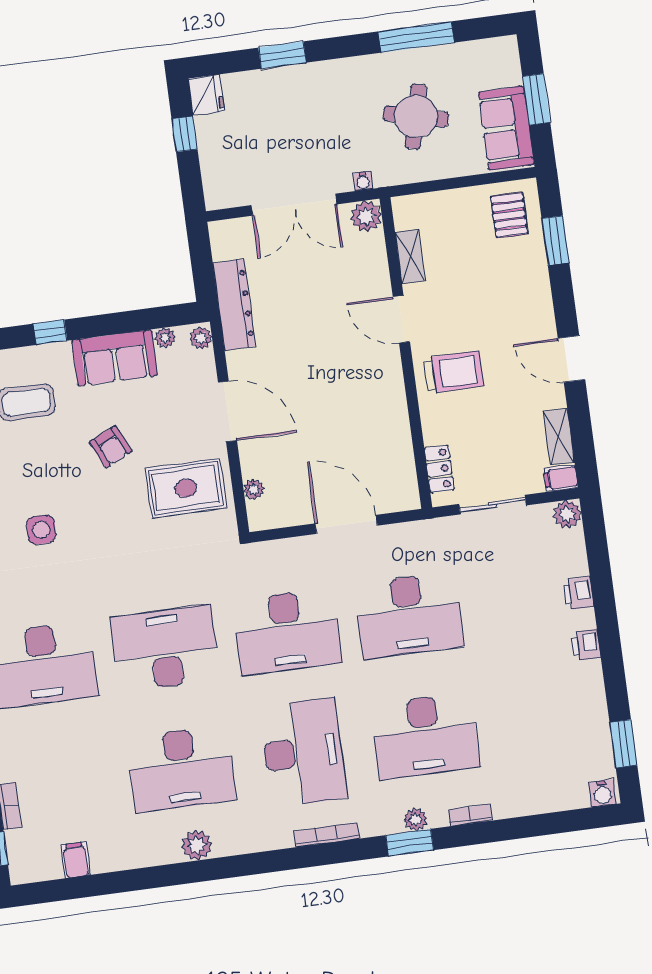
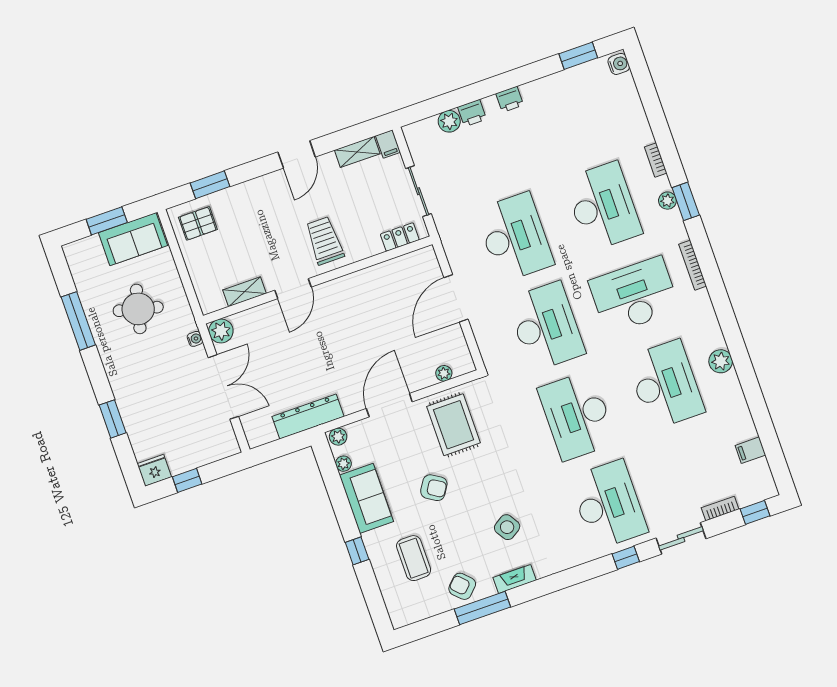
armchair: (111, 447) -> (434, 488), turned 57
plant: (567, 514) -> (449, 121), moved
side table: (41, 530) -> (507, 527), turned -33

